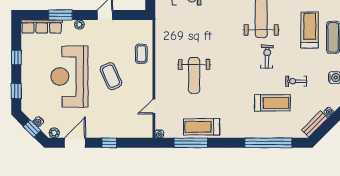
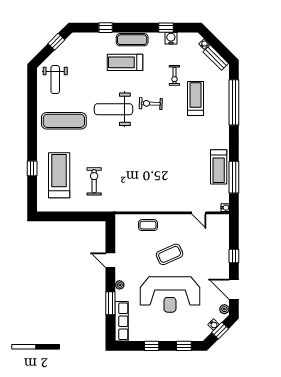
weight bench: (194, 75) -> (169, 174), removed

